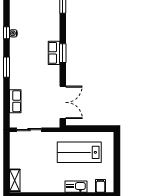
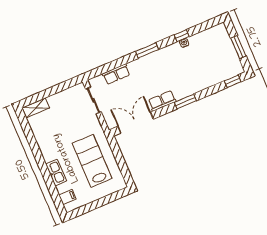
row of seats: (54, 53) -> (162, 101), moved
double door: (63, 102) -> (136, 123), swing flipped

